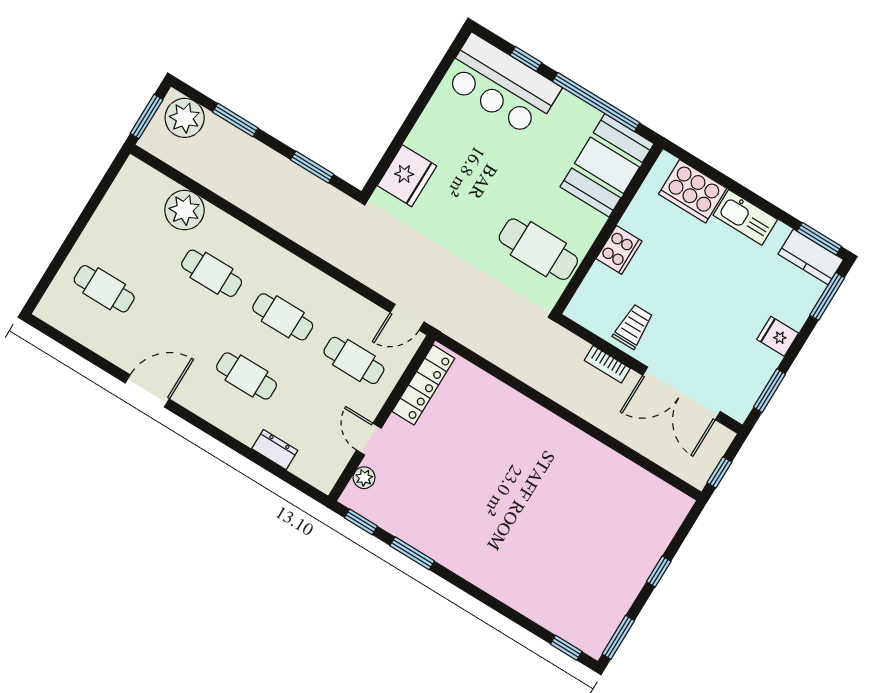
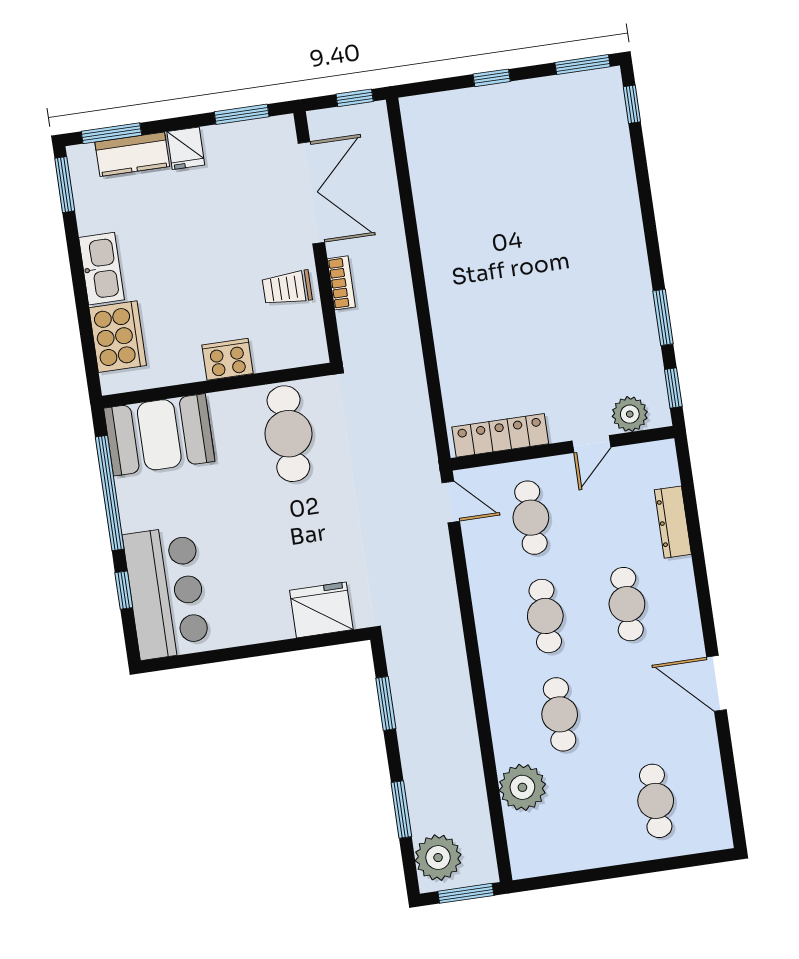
kitchen counter: (811, 257) -> (132, 154), moved, turned 90
dresser: (275, 450) -> (673, 522), width x1.44
plant: (364, 478) -> (630, 414), width x1.38, depth x1.38

